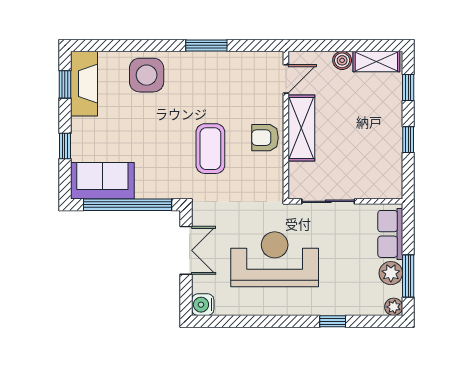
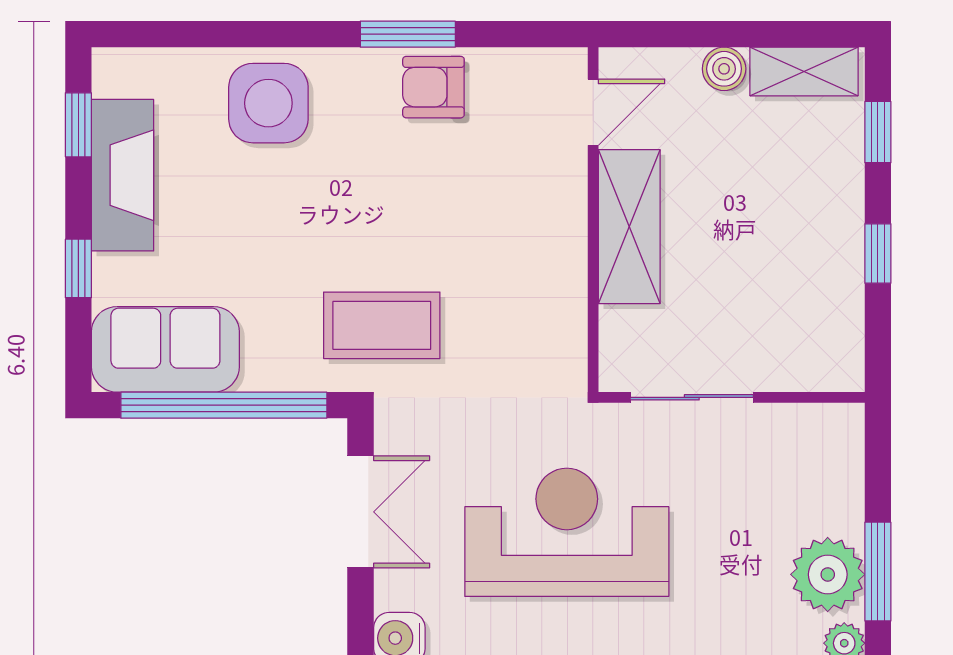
fireplace: (84, 84) -> (123, 175), moved
armchair: (265, 138) -> (433, 87), moved
coffee table: (210, 149) -> (382, 325), moved, turned 90
row of seats: (390, 234) -> (836, 473), removed
plant: (391, 273) -> (828, 574), width x1.36, depth x1.36

